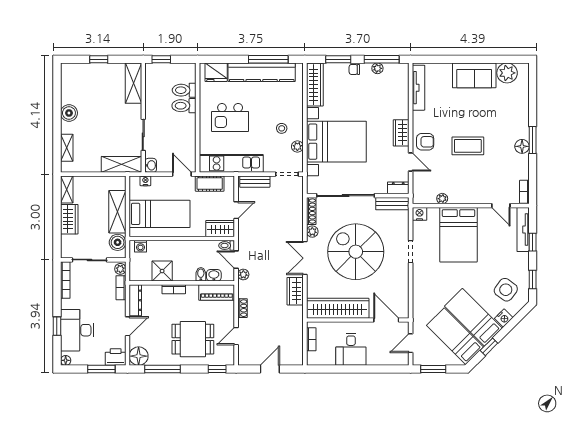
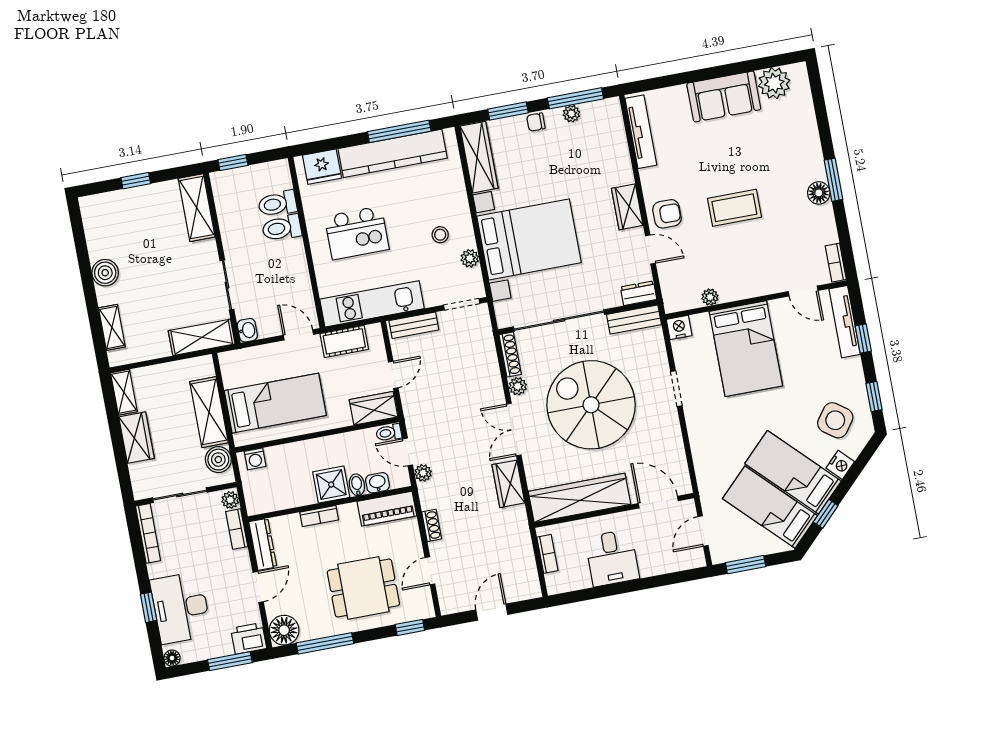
nightstand: (145, 181) -> (244, 356), removed
shower: (162, 271) -> (331, 485), moved

